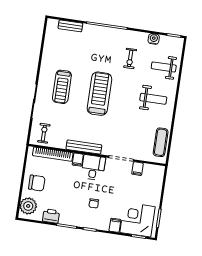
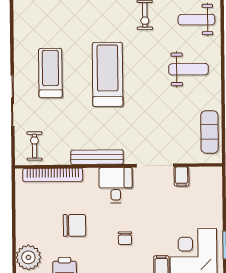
treadmill: (62, 87) -> (50, 73), turned 180
filing cabinet: (78, 160) -> (91, 177), removed
chair: (37, 183) -> (74, 225), moved

